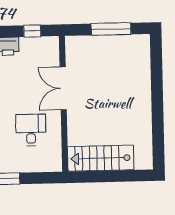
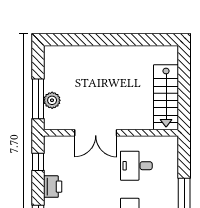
window: (111, 29) -> (38, 99), moved
plant: (95, 44) -> (52, 100), added

